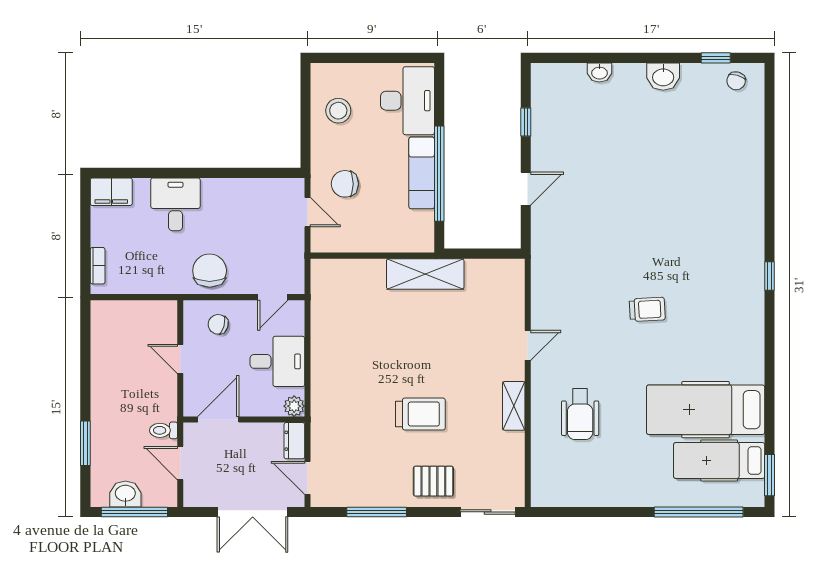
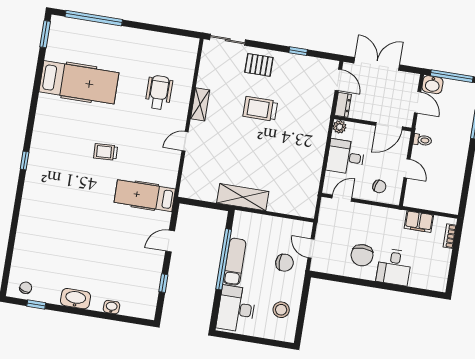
washbasin: (663, 77) -> (76, 299), width x1.38
filing cabinet: (111, 192) -> (419, 222), moved, turned 180
chair: (210, 271) -> (362, 255), moved
toilet: (164, 430) -> (422, 140), moved
hospital bed: (719, 460) -> (145, 196), moved, turned 180
washbasin: (125, 494) -> (432, 85), moved
window: (377, 512) -> (298, 51), width x0.46

